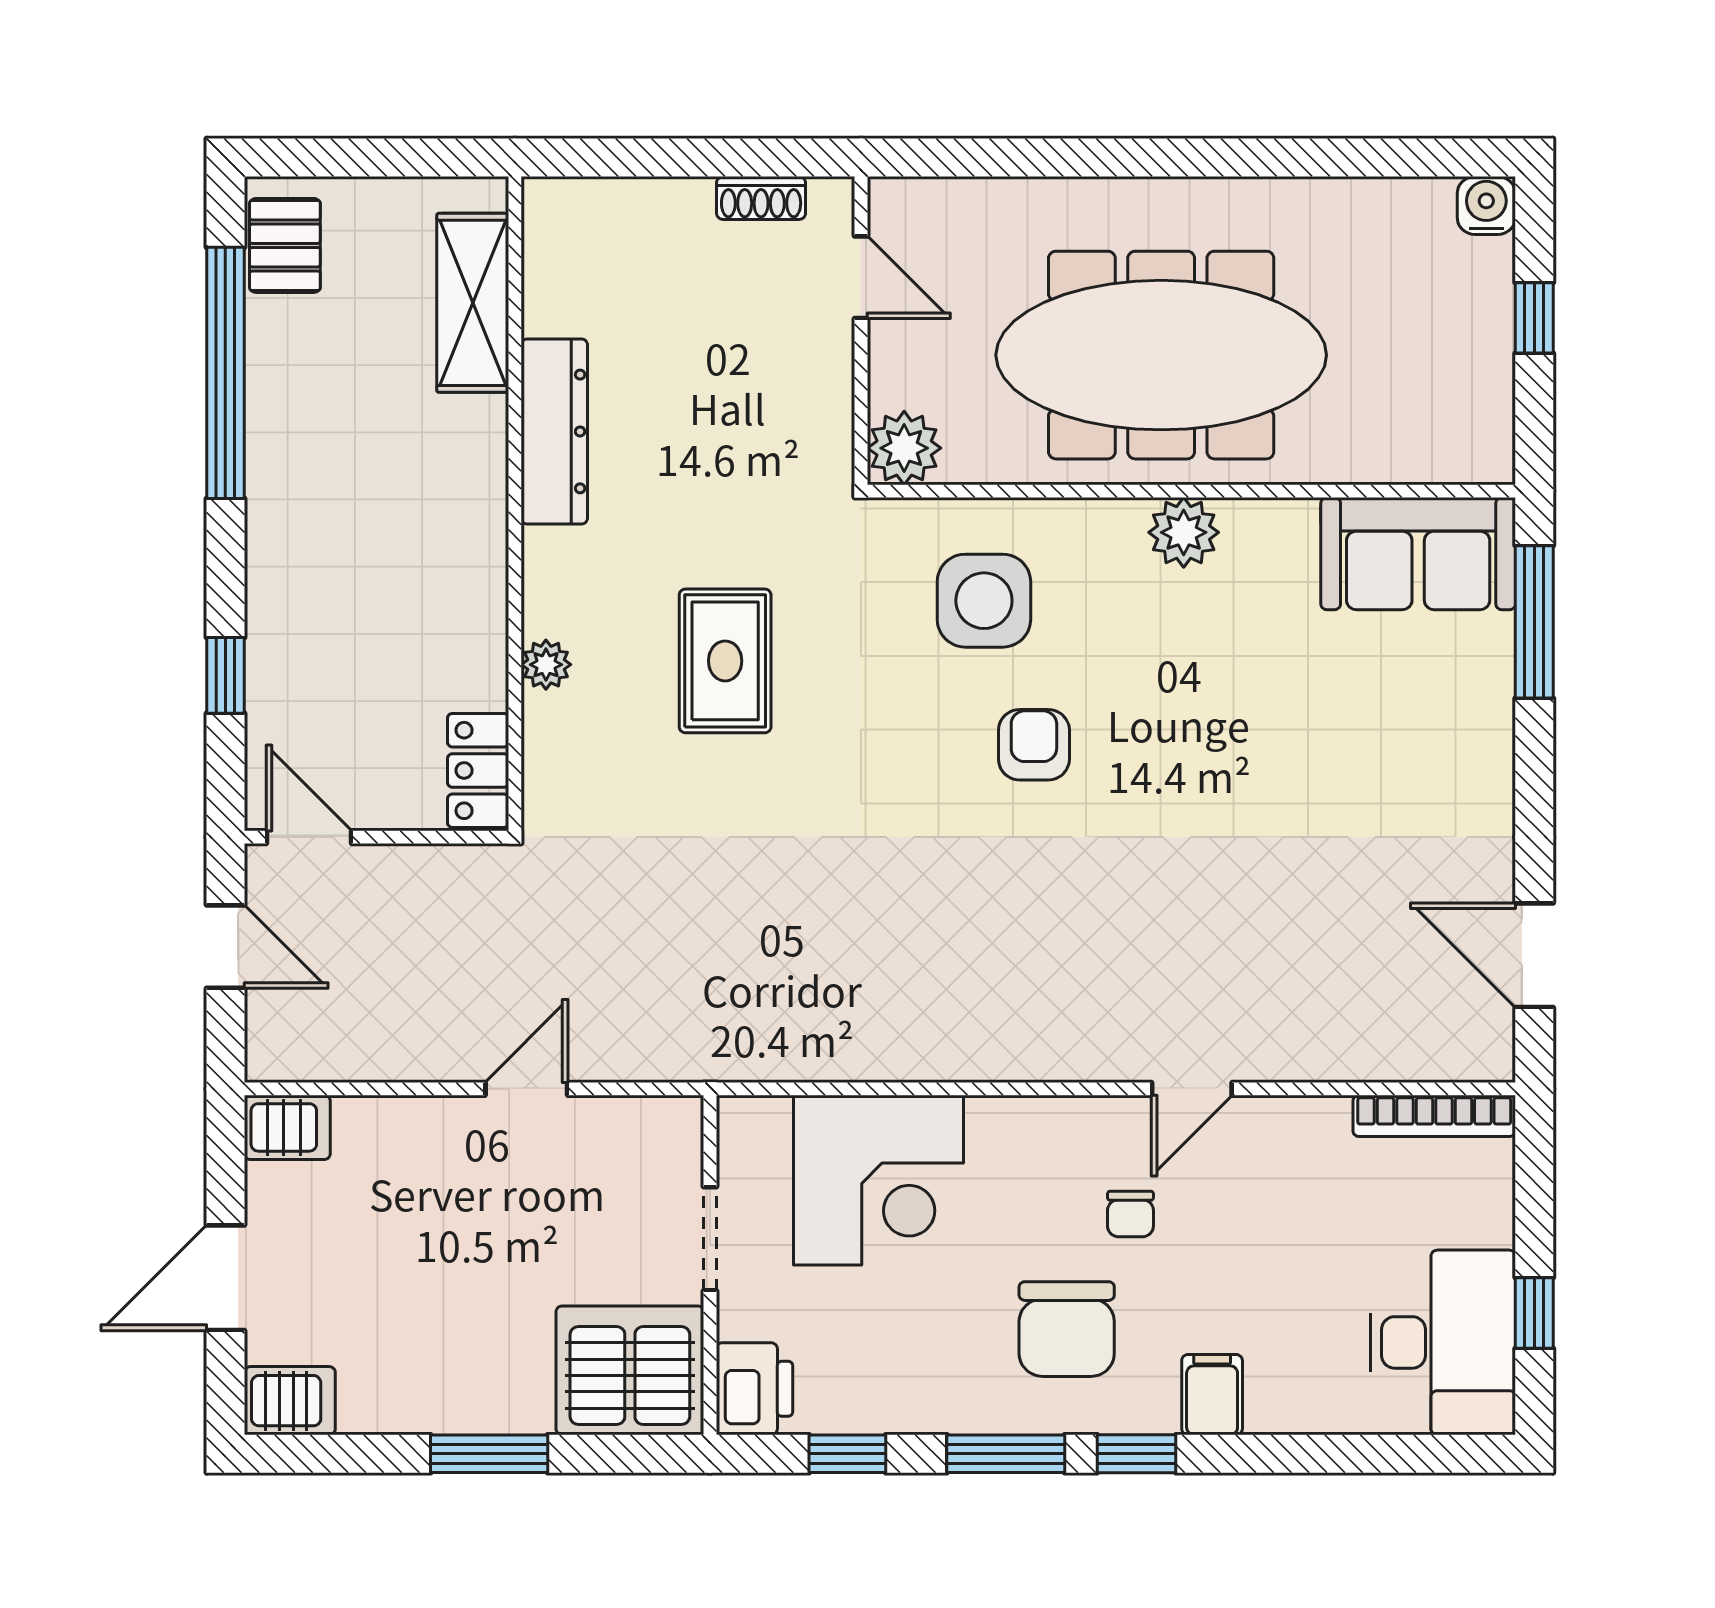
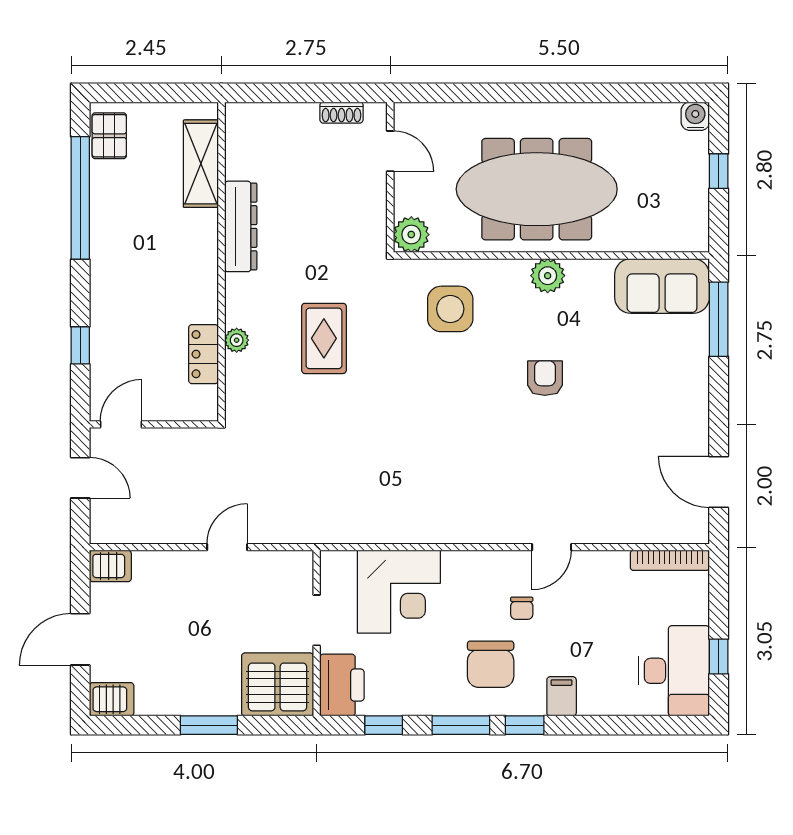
armchair: (1034, 745) -> (545, 378), moved
locker: (478, 770) -> (203, 354), moved
door: (309, 837) -> (121, 424), hinge flipped
printer: (754, 1389) -> (342, 685), width x1.37, depth x1.19

